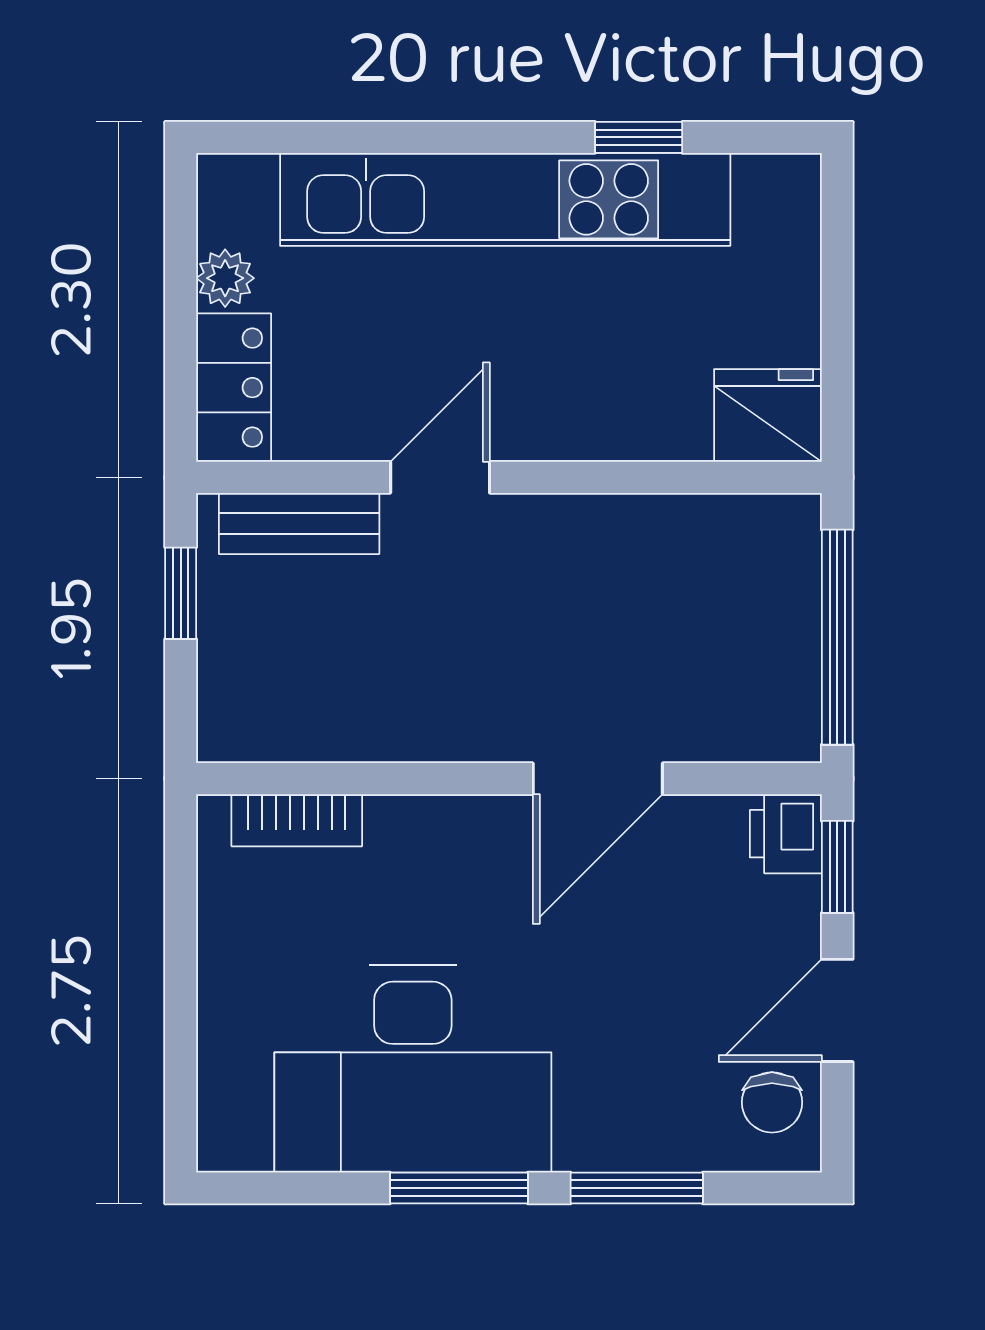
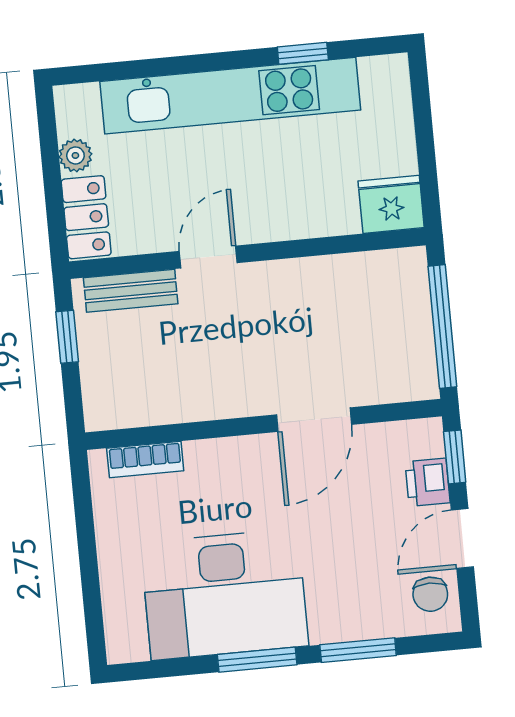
printer: (786, 834) -> (428, 482), moved

